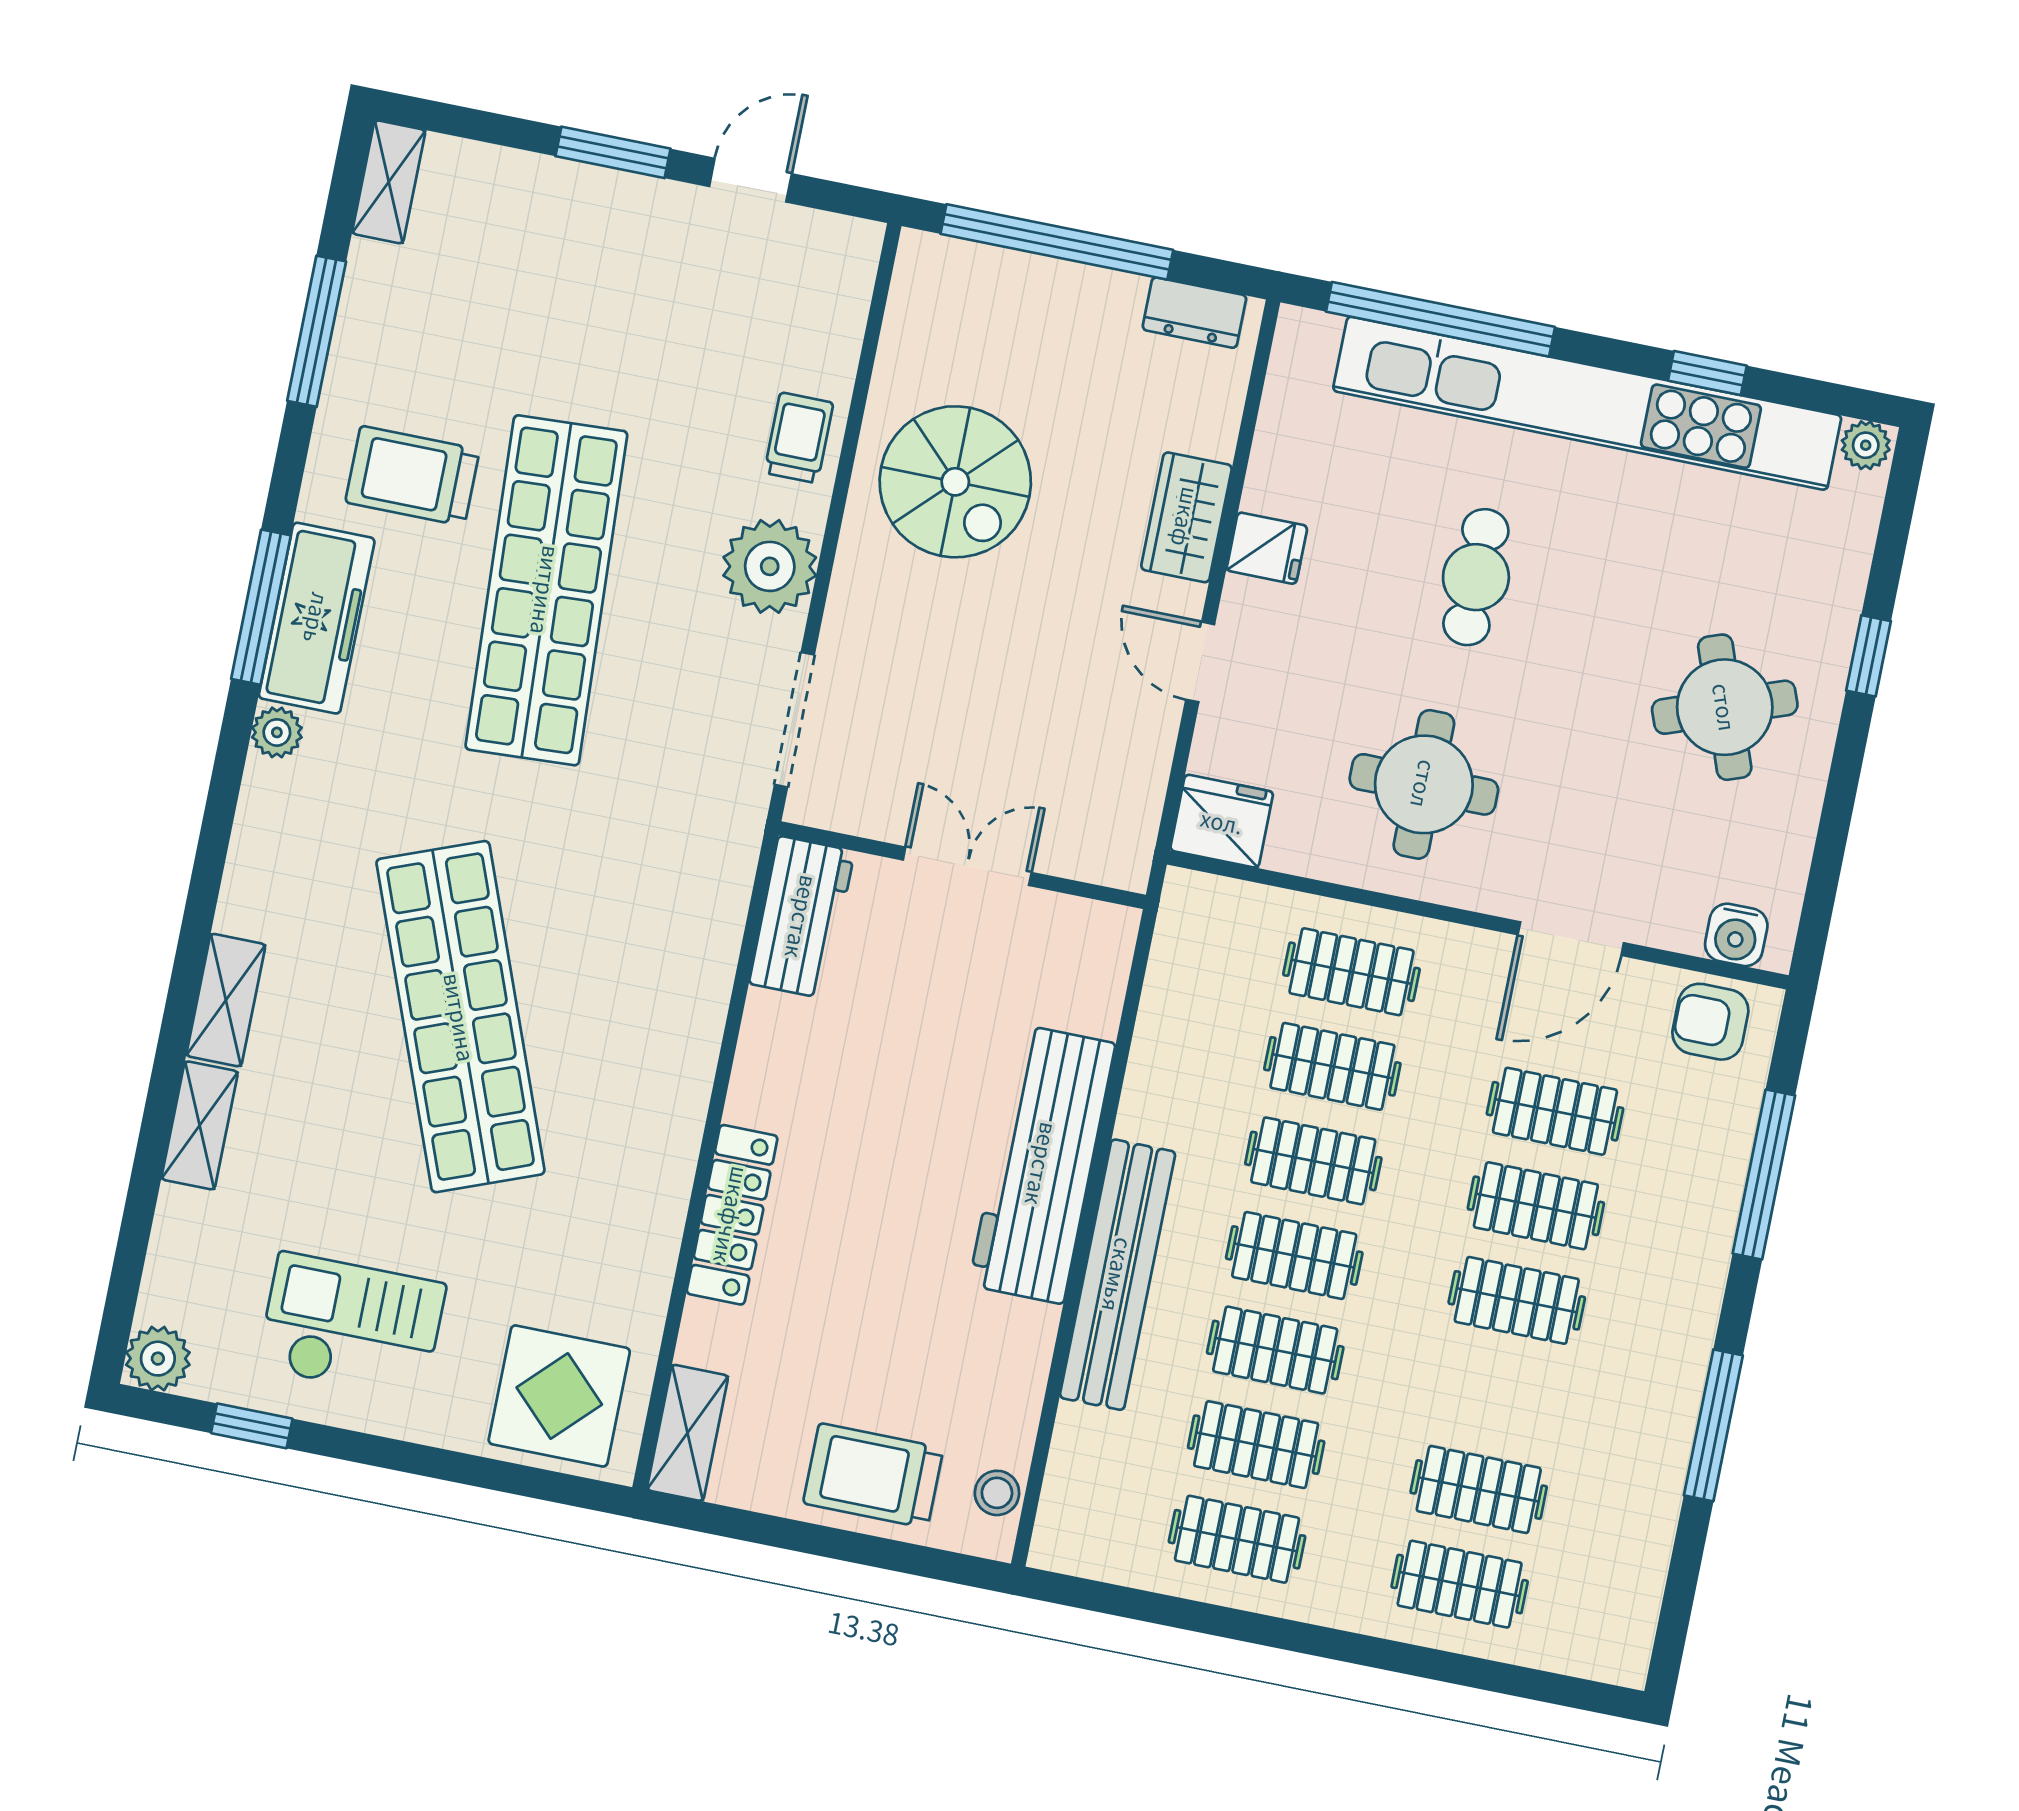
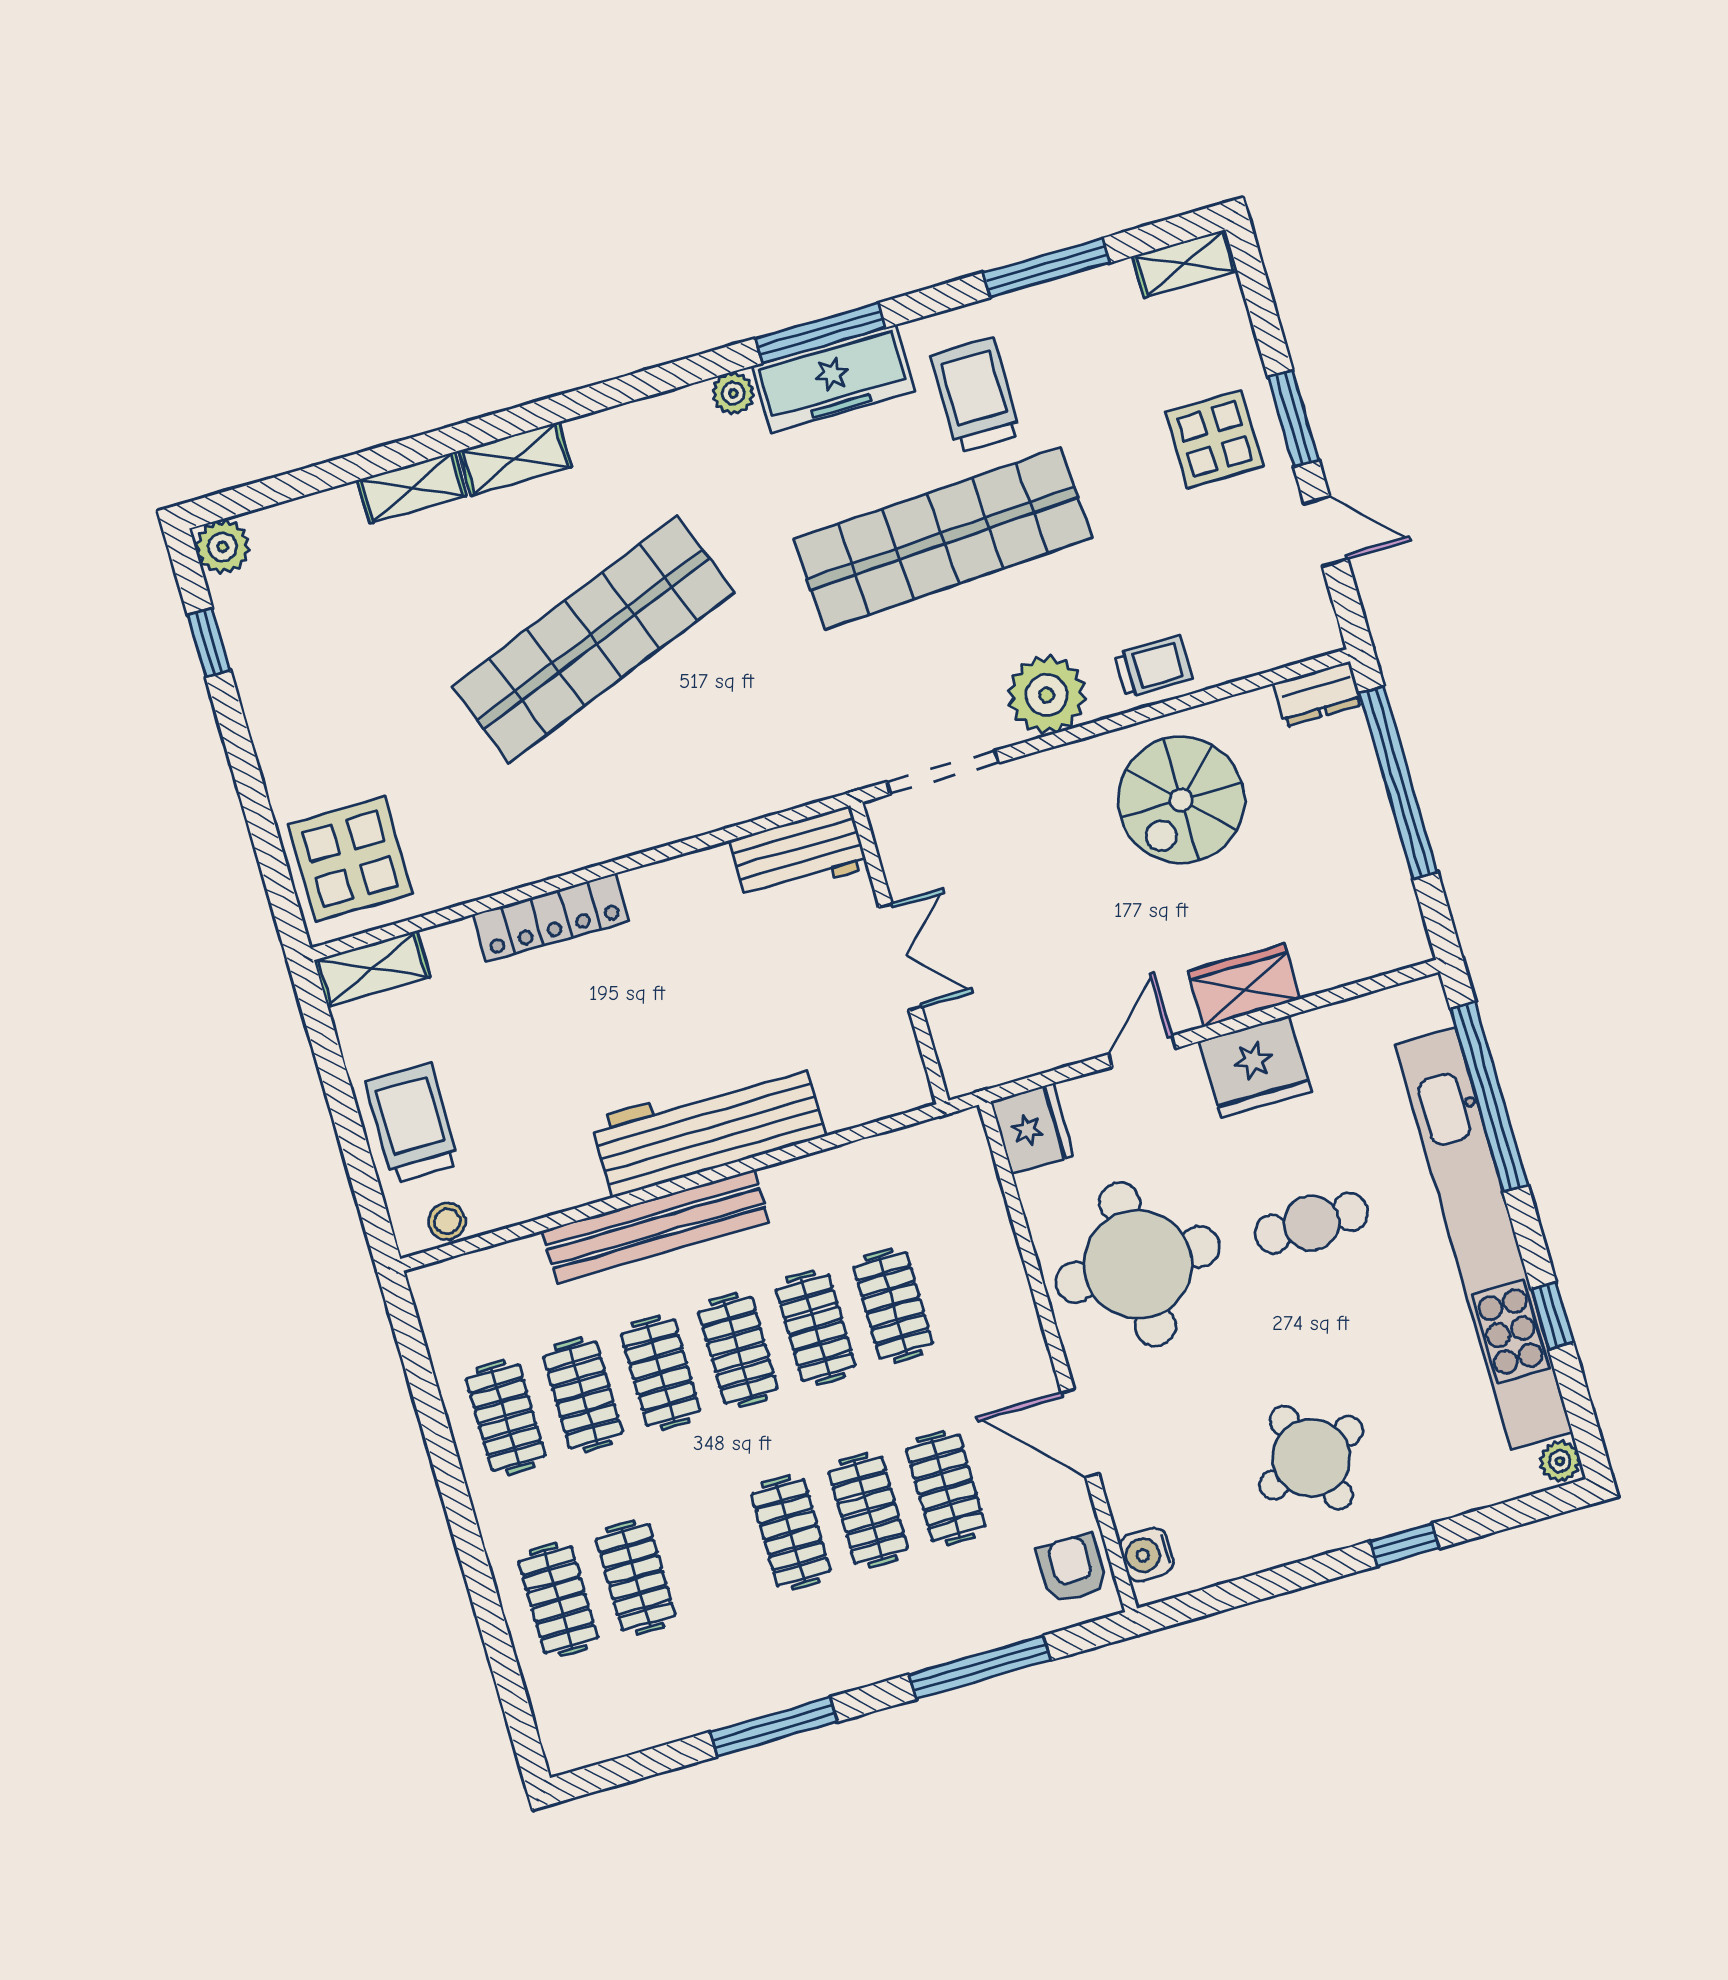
display table: (591, 247) -> (1214, 439), added
dresser: (1194, 313) -> (1318, 694), moved, turned -90
fridge: (1267, 548) -> (1255, 1066), width x1.88, depth x1.34
round table: (1424, 784) -> (1138, 1264), width x1.36, depth x1.36
clothes rail: (1351, 972) -> (971, 1283), removed
checkout: (351, 1326) -> (322, 678), removed

